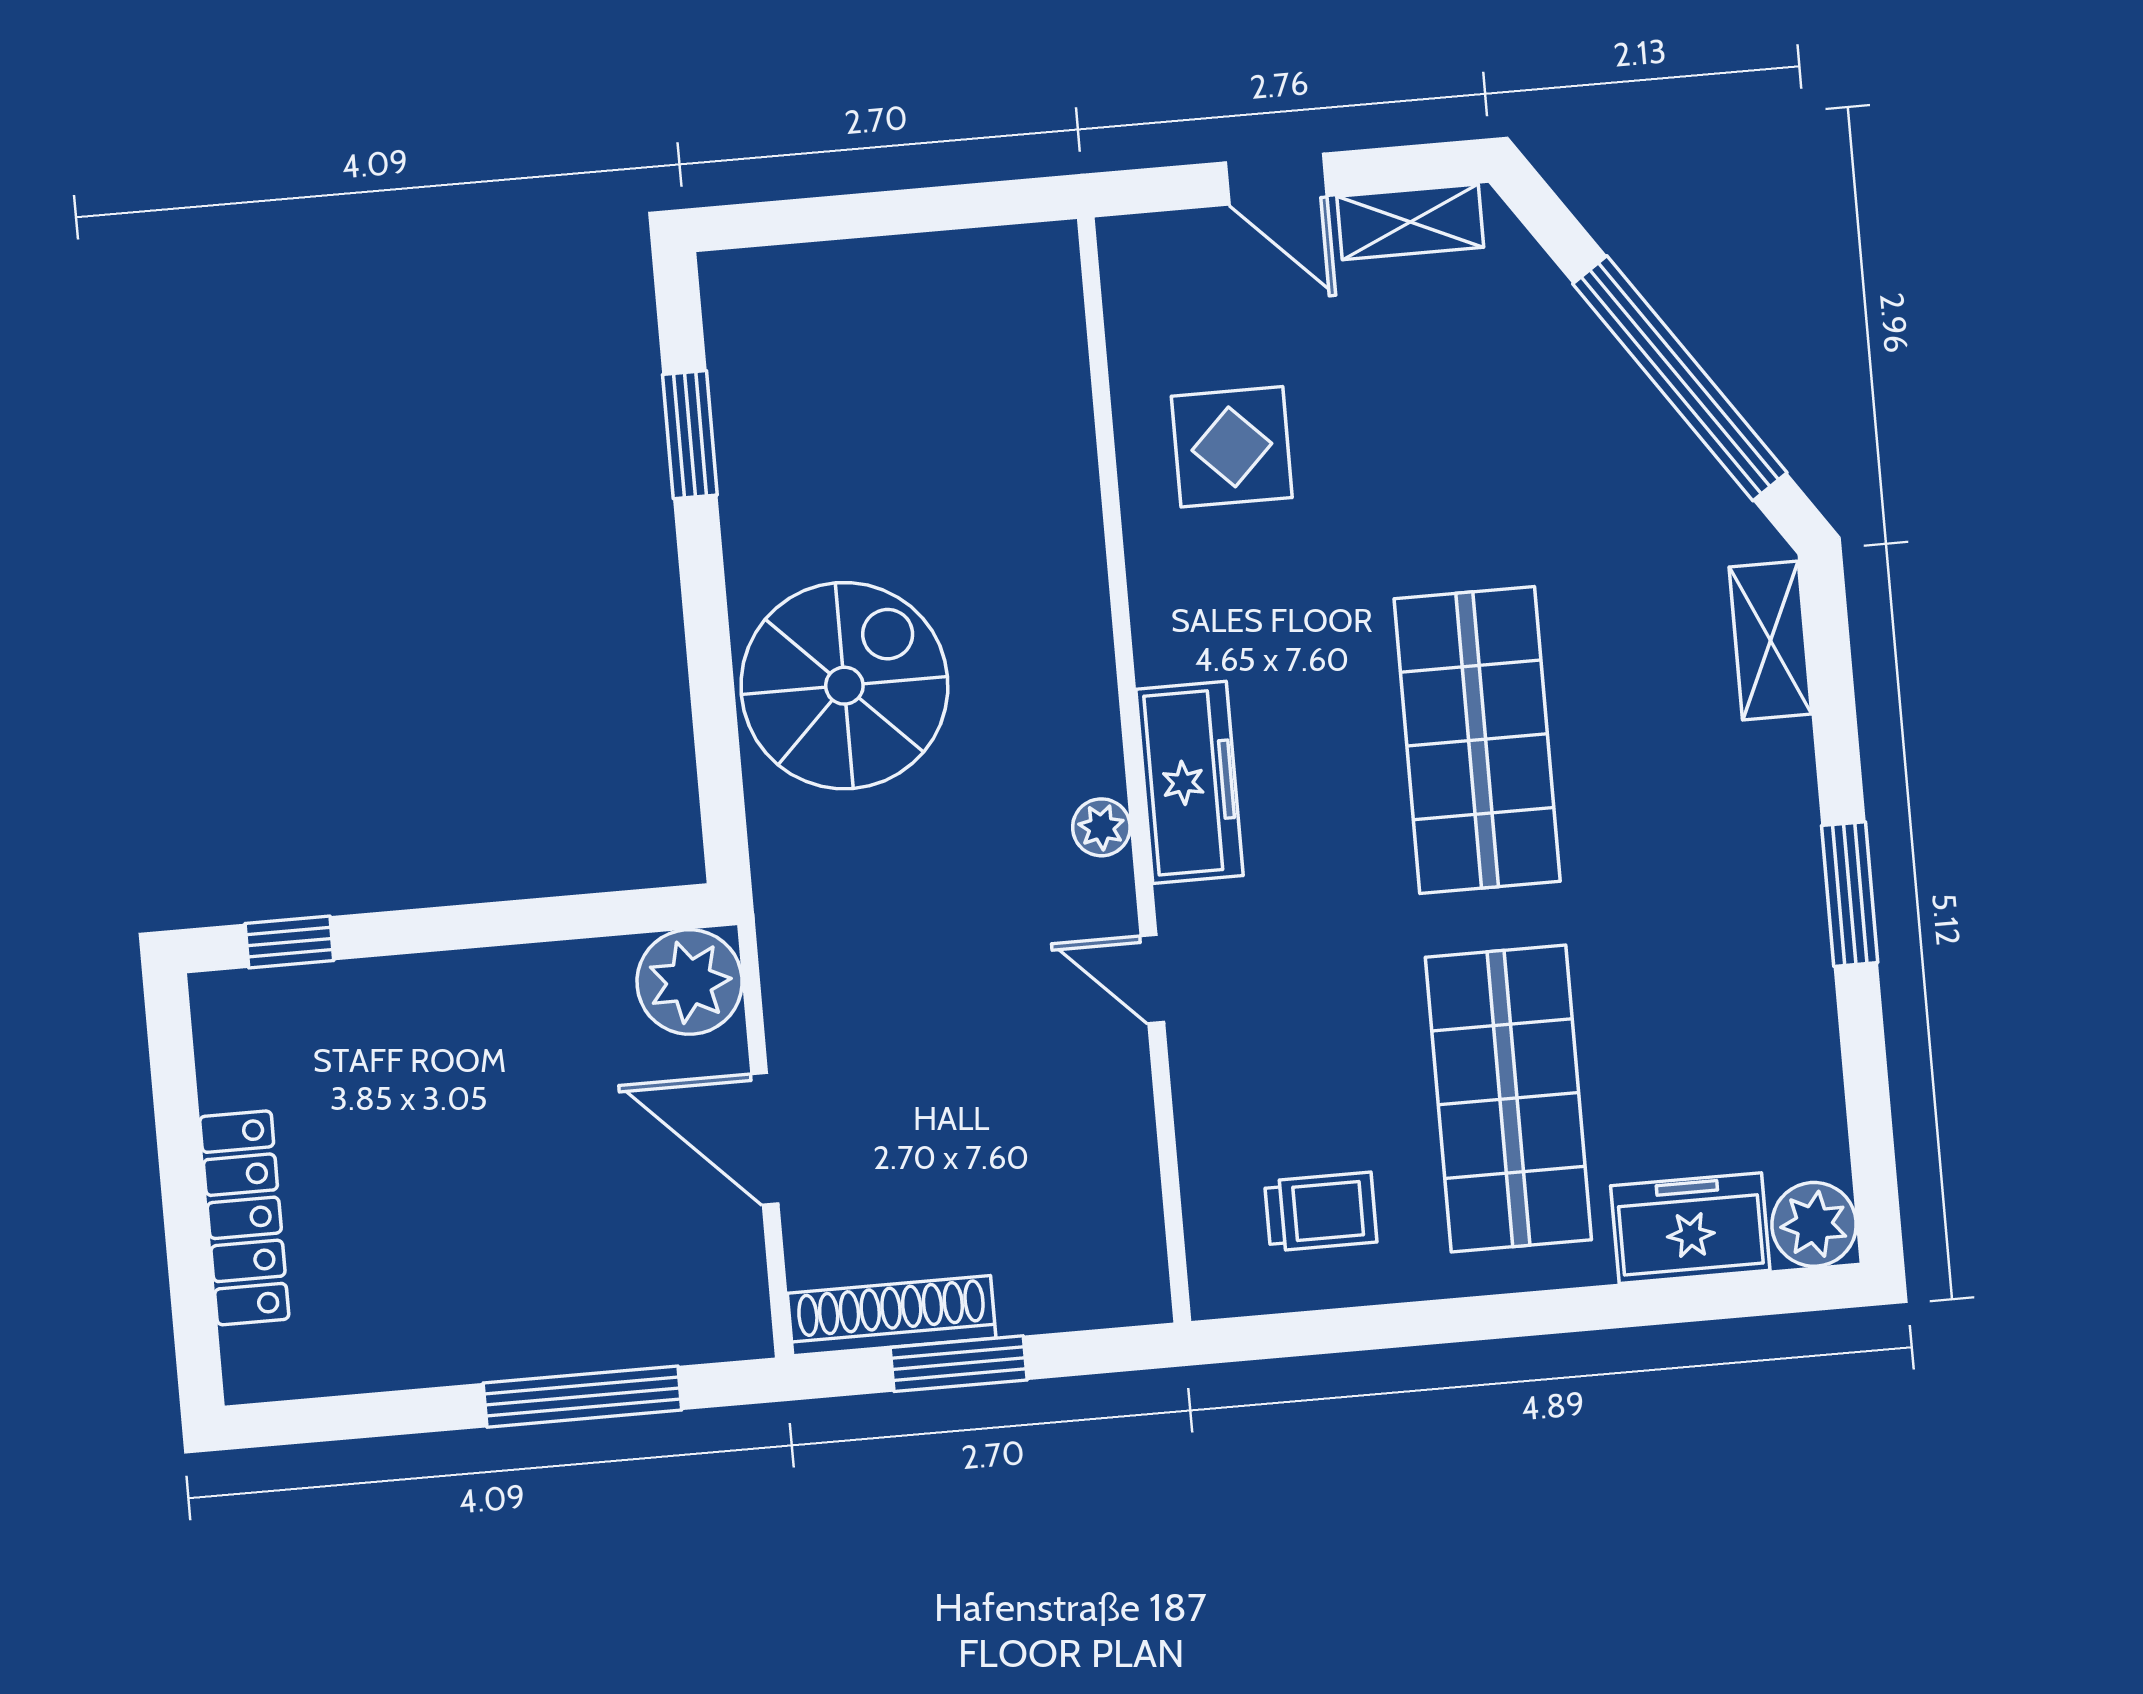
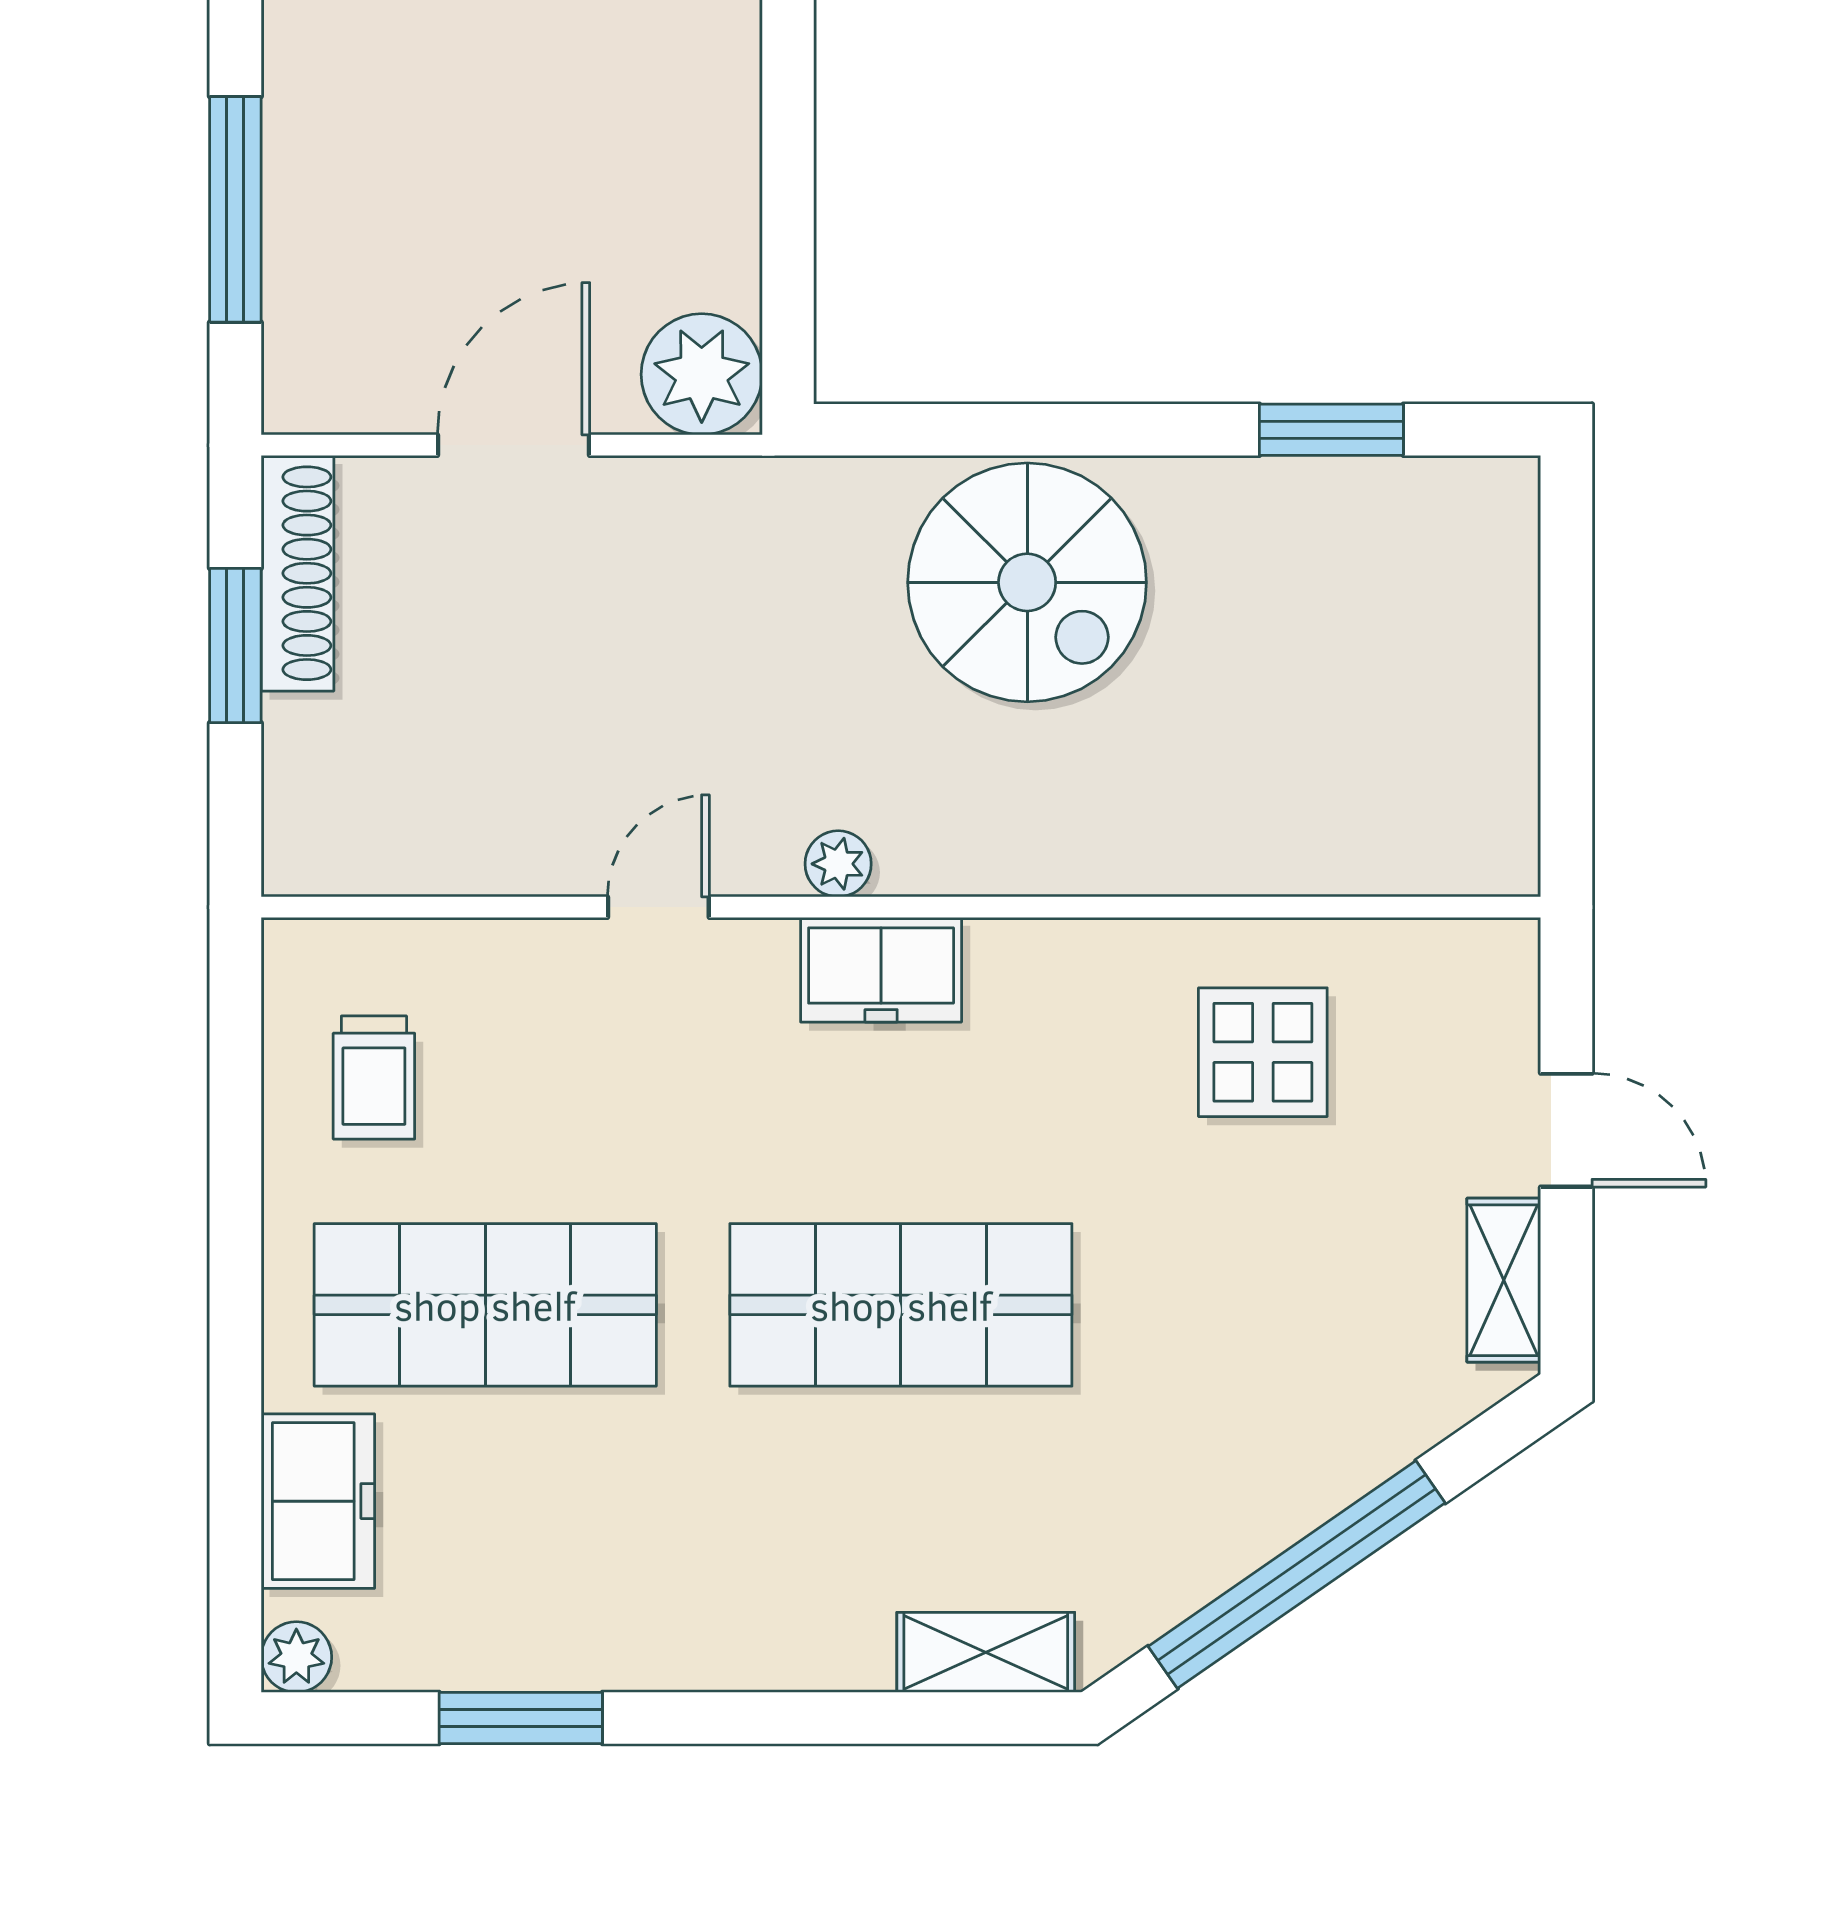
door: (1276, 179) -> (1566, 1130), swing flipped
freezer: (1190, 782) -> (881, 970), width x0.71
window: (1850, 894) -> (521, 1718), moved
plant: (1814, 1224) -> (296, 1657), width x0.73, depth x0.73

